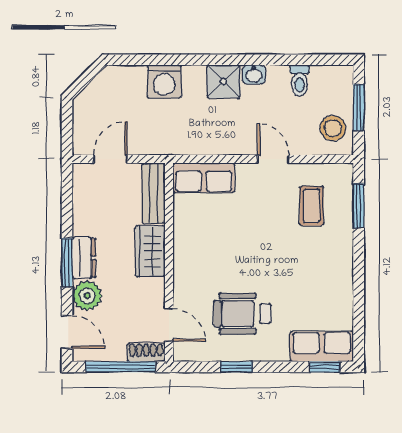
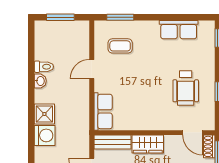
toilet: (300, 80) -> (44, 67), moved
shower: (224, 81) -> (44, 114), moved
stool: (333, 128) -> (73, 33), removed
door: (169, 325) -> (193, 133), swing flipped
row of seats: (322, 347) -> (179, 30), moved, turned -90

